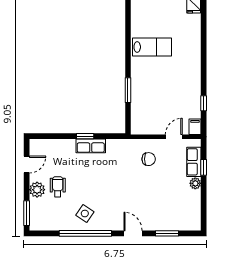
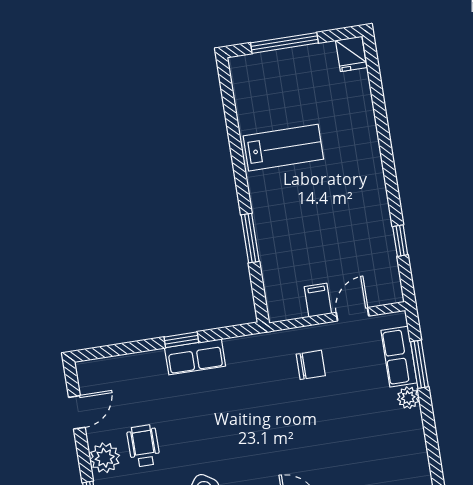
filing cabinet: (195, 127) -> (318, 300), moved
window: (204, 167) -> (420, 364), width x1.50

